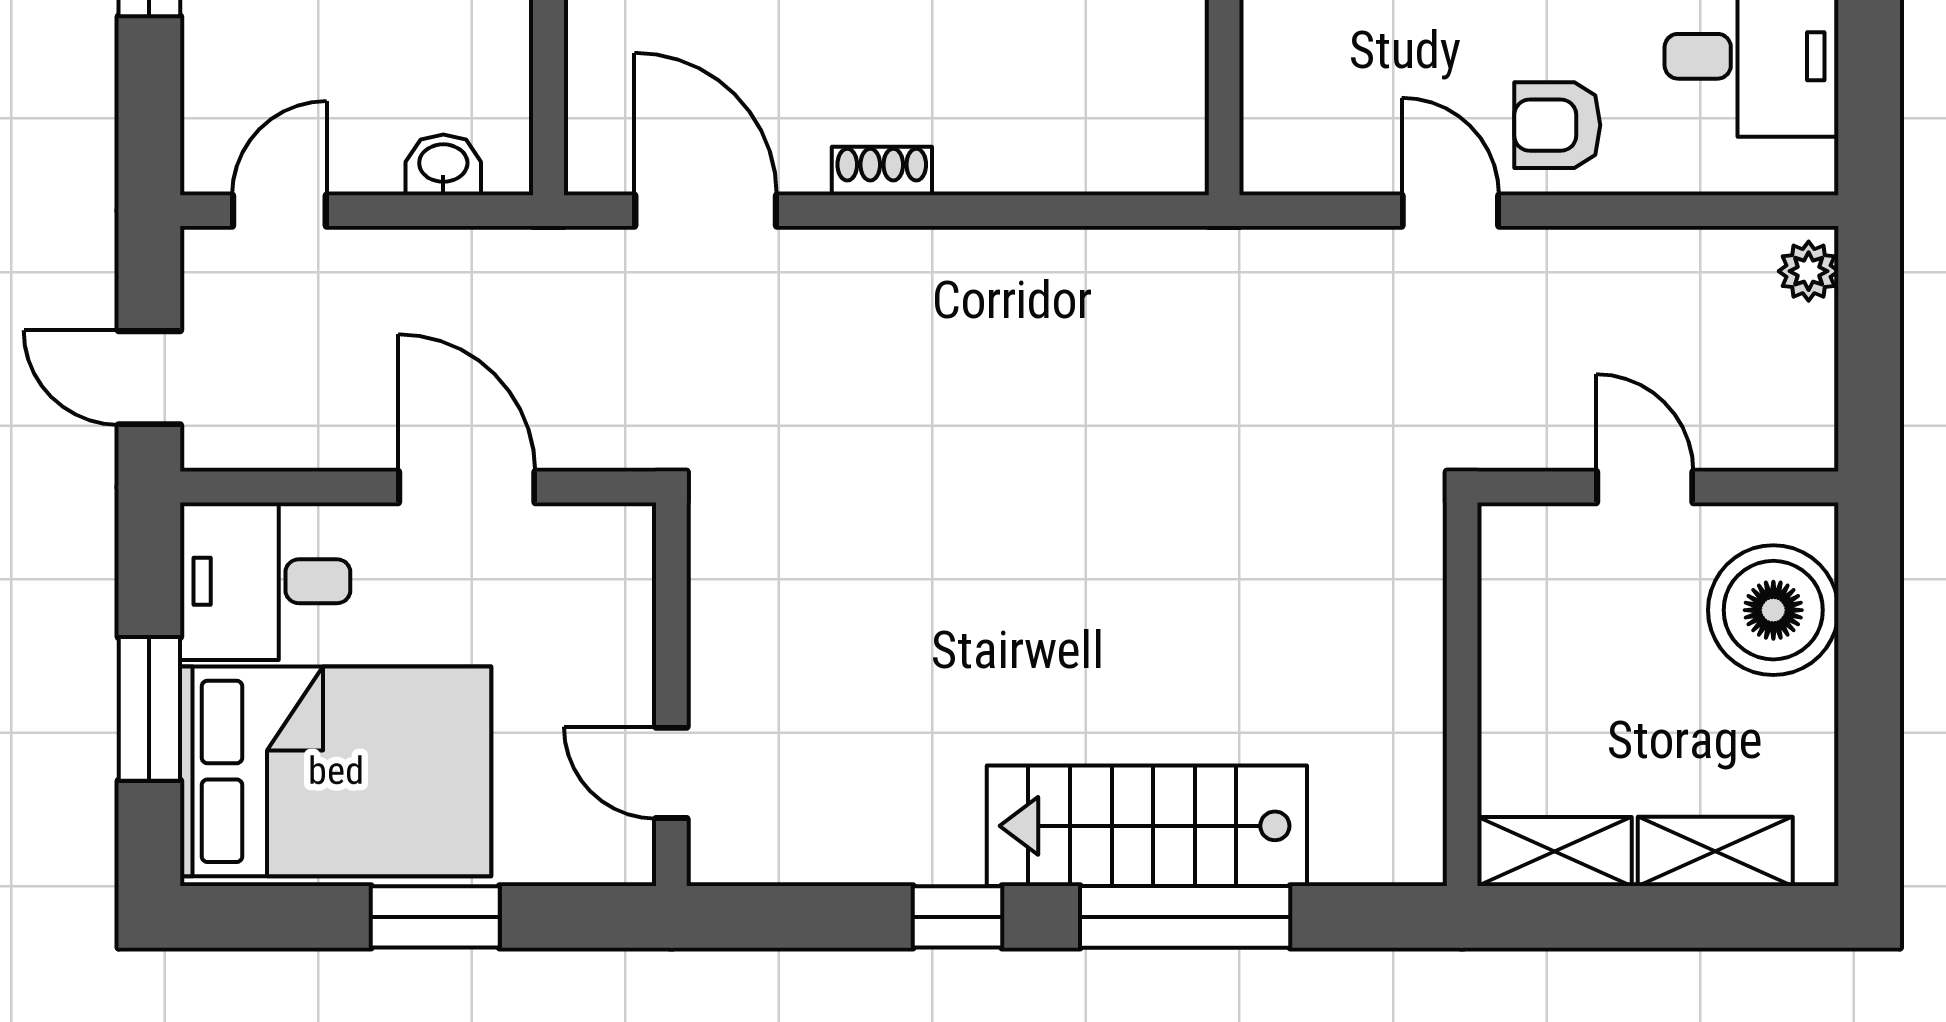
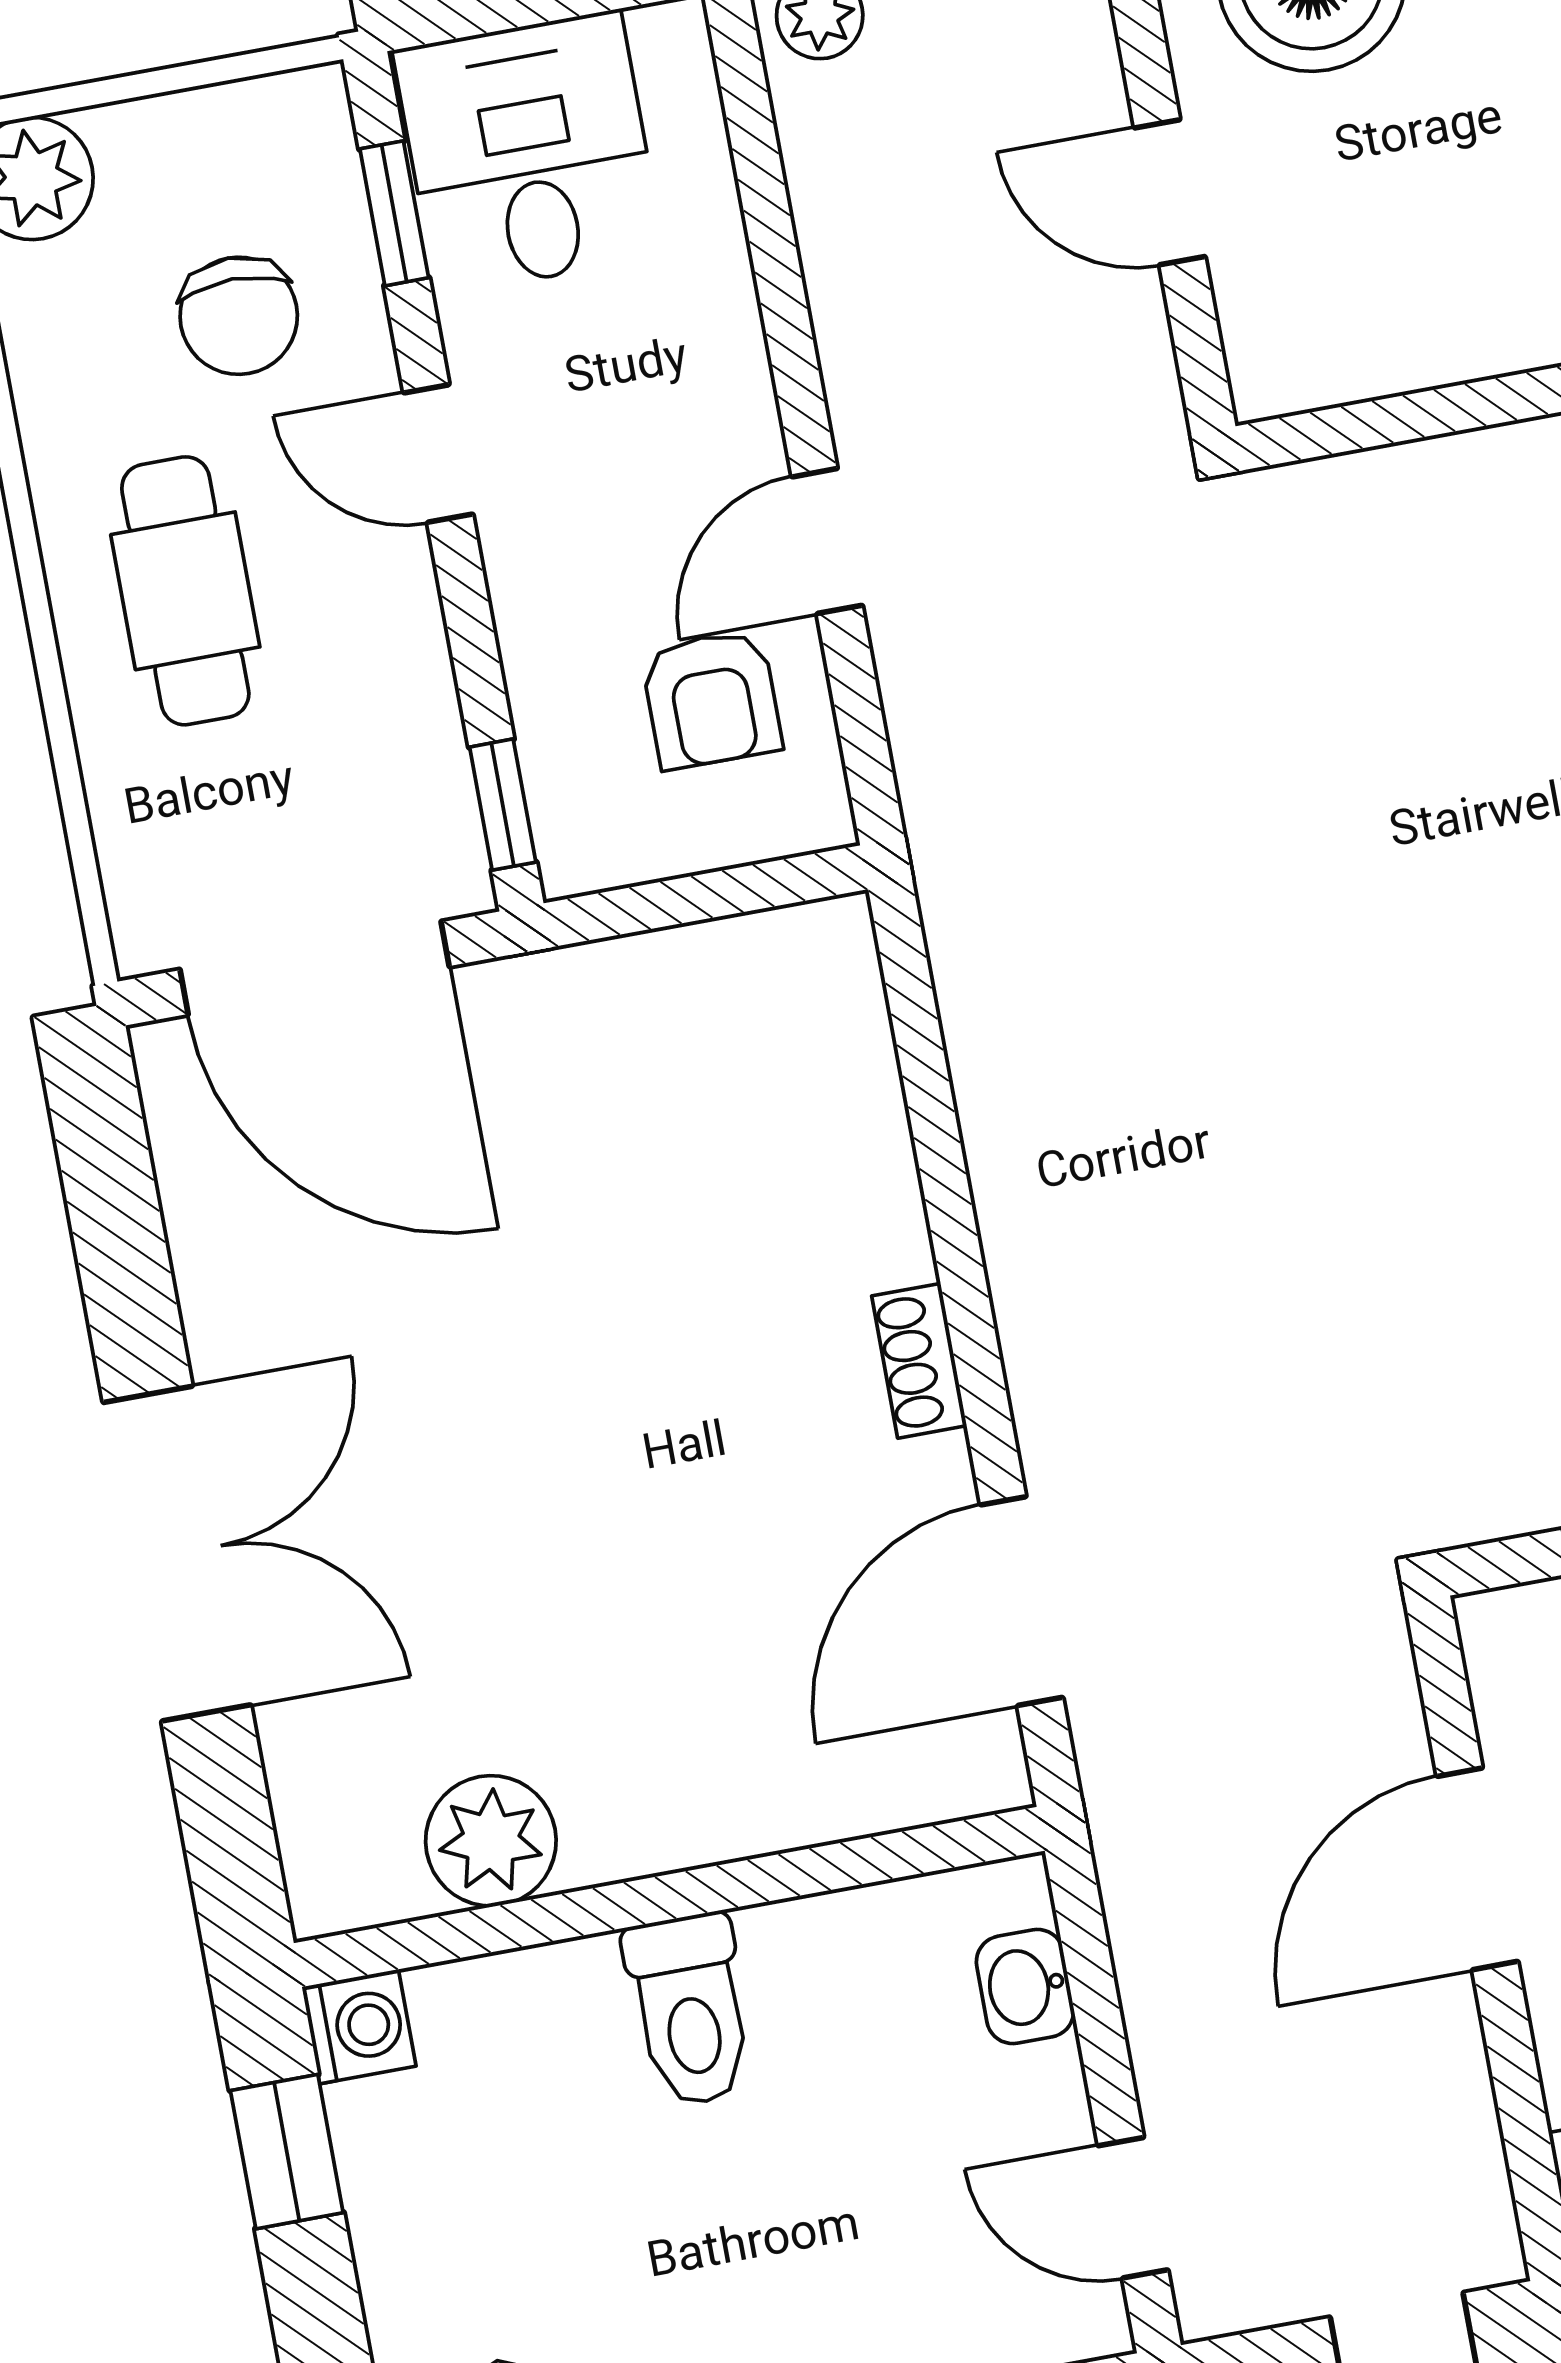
armchair: (1557, 125) -> (712, 699), moved
door: (1645, 487) -> (1170, 192), hinge flipped

